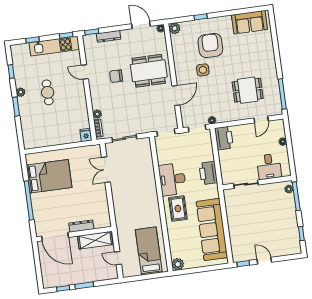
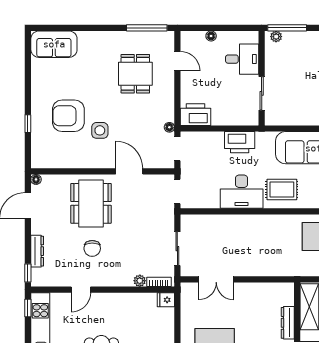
sofa: (249, 22) -> (54, 44), moved, turned 90
plant: (175, 28) -> (39, 161), removed

